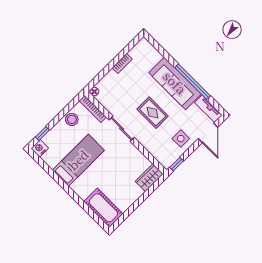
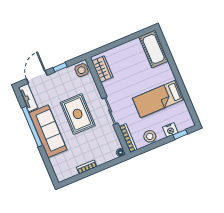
rug: (153, 113) -> (78, 114), width x1.36, depth x1.43
side table: (181, 139) -> (82, 70), moved
nightstand: (40, 148) -> (170, 130), moved
window: (177, 164) -> (60, 67), moved
wardrobe: (149, 178) -> (102, 69), moved, turned -90

